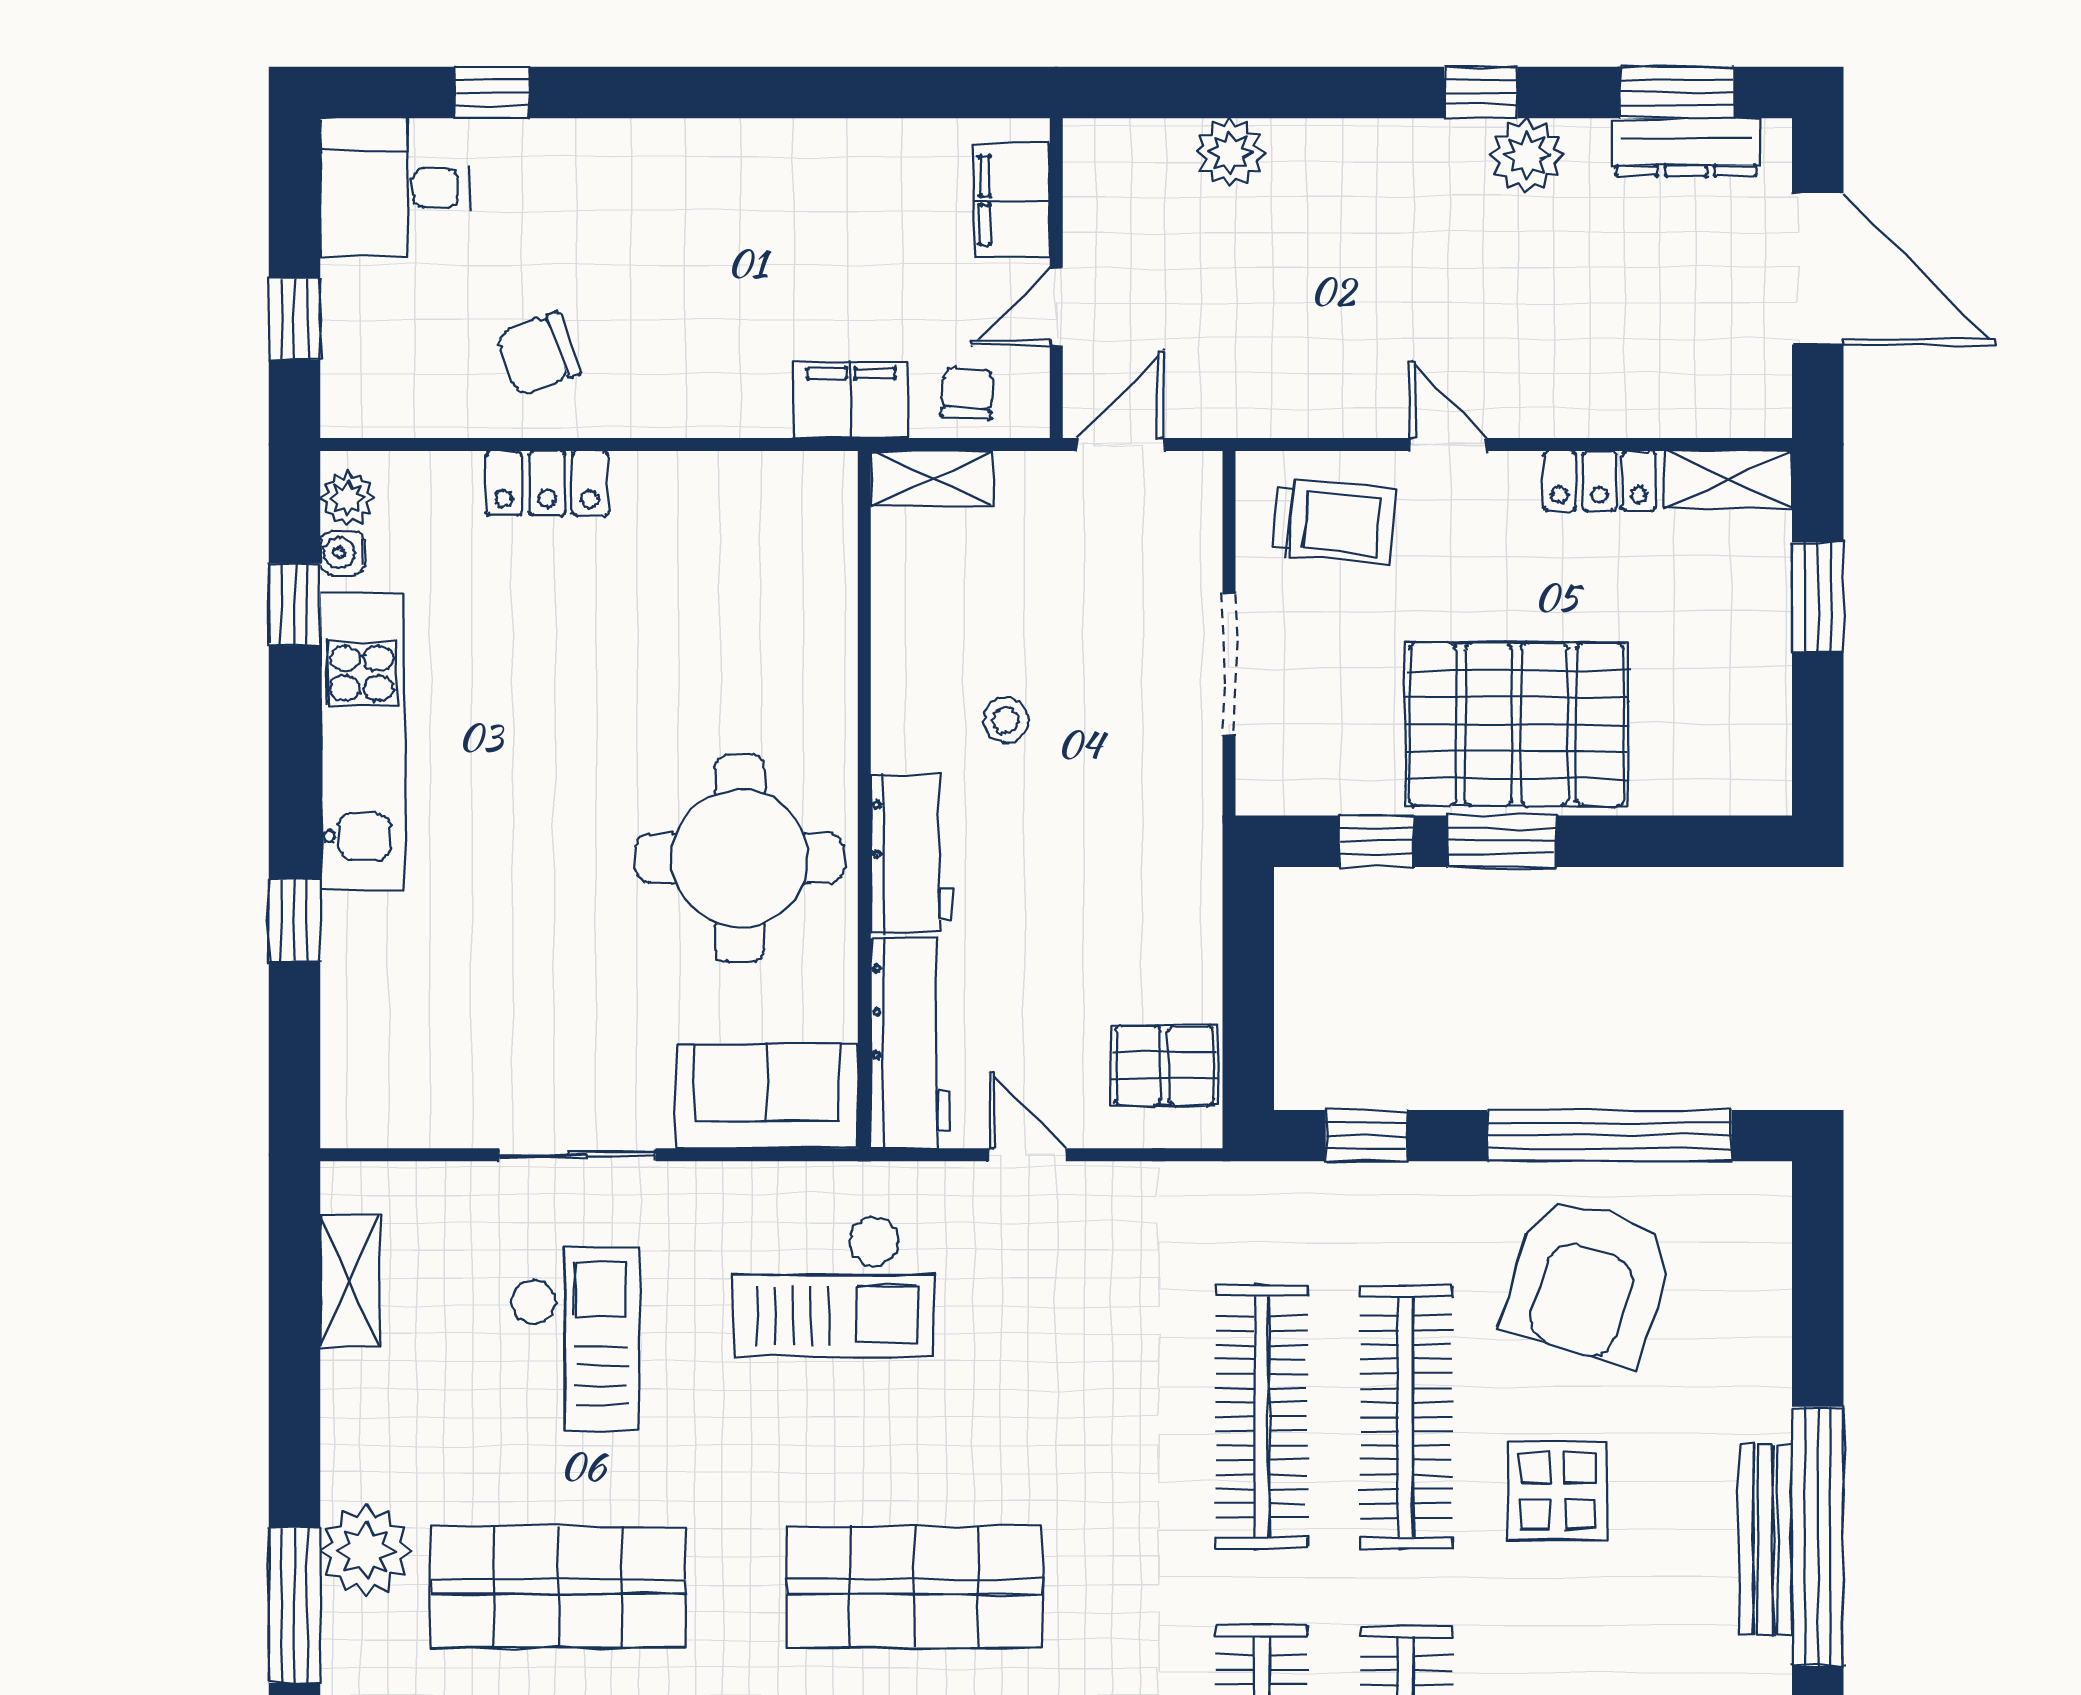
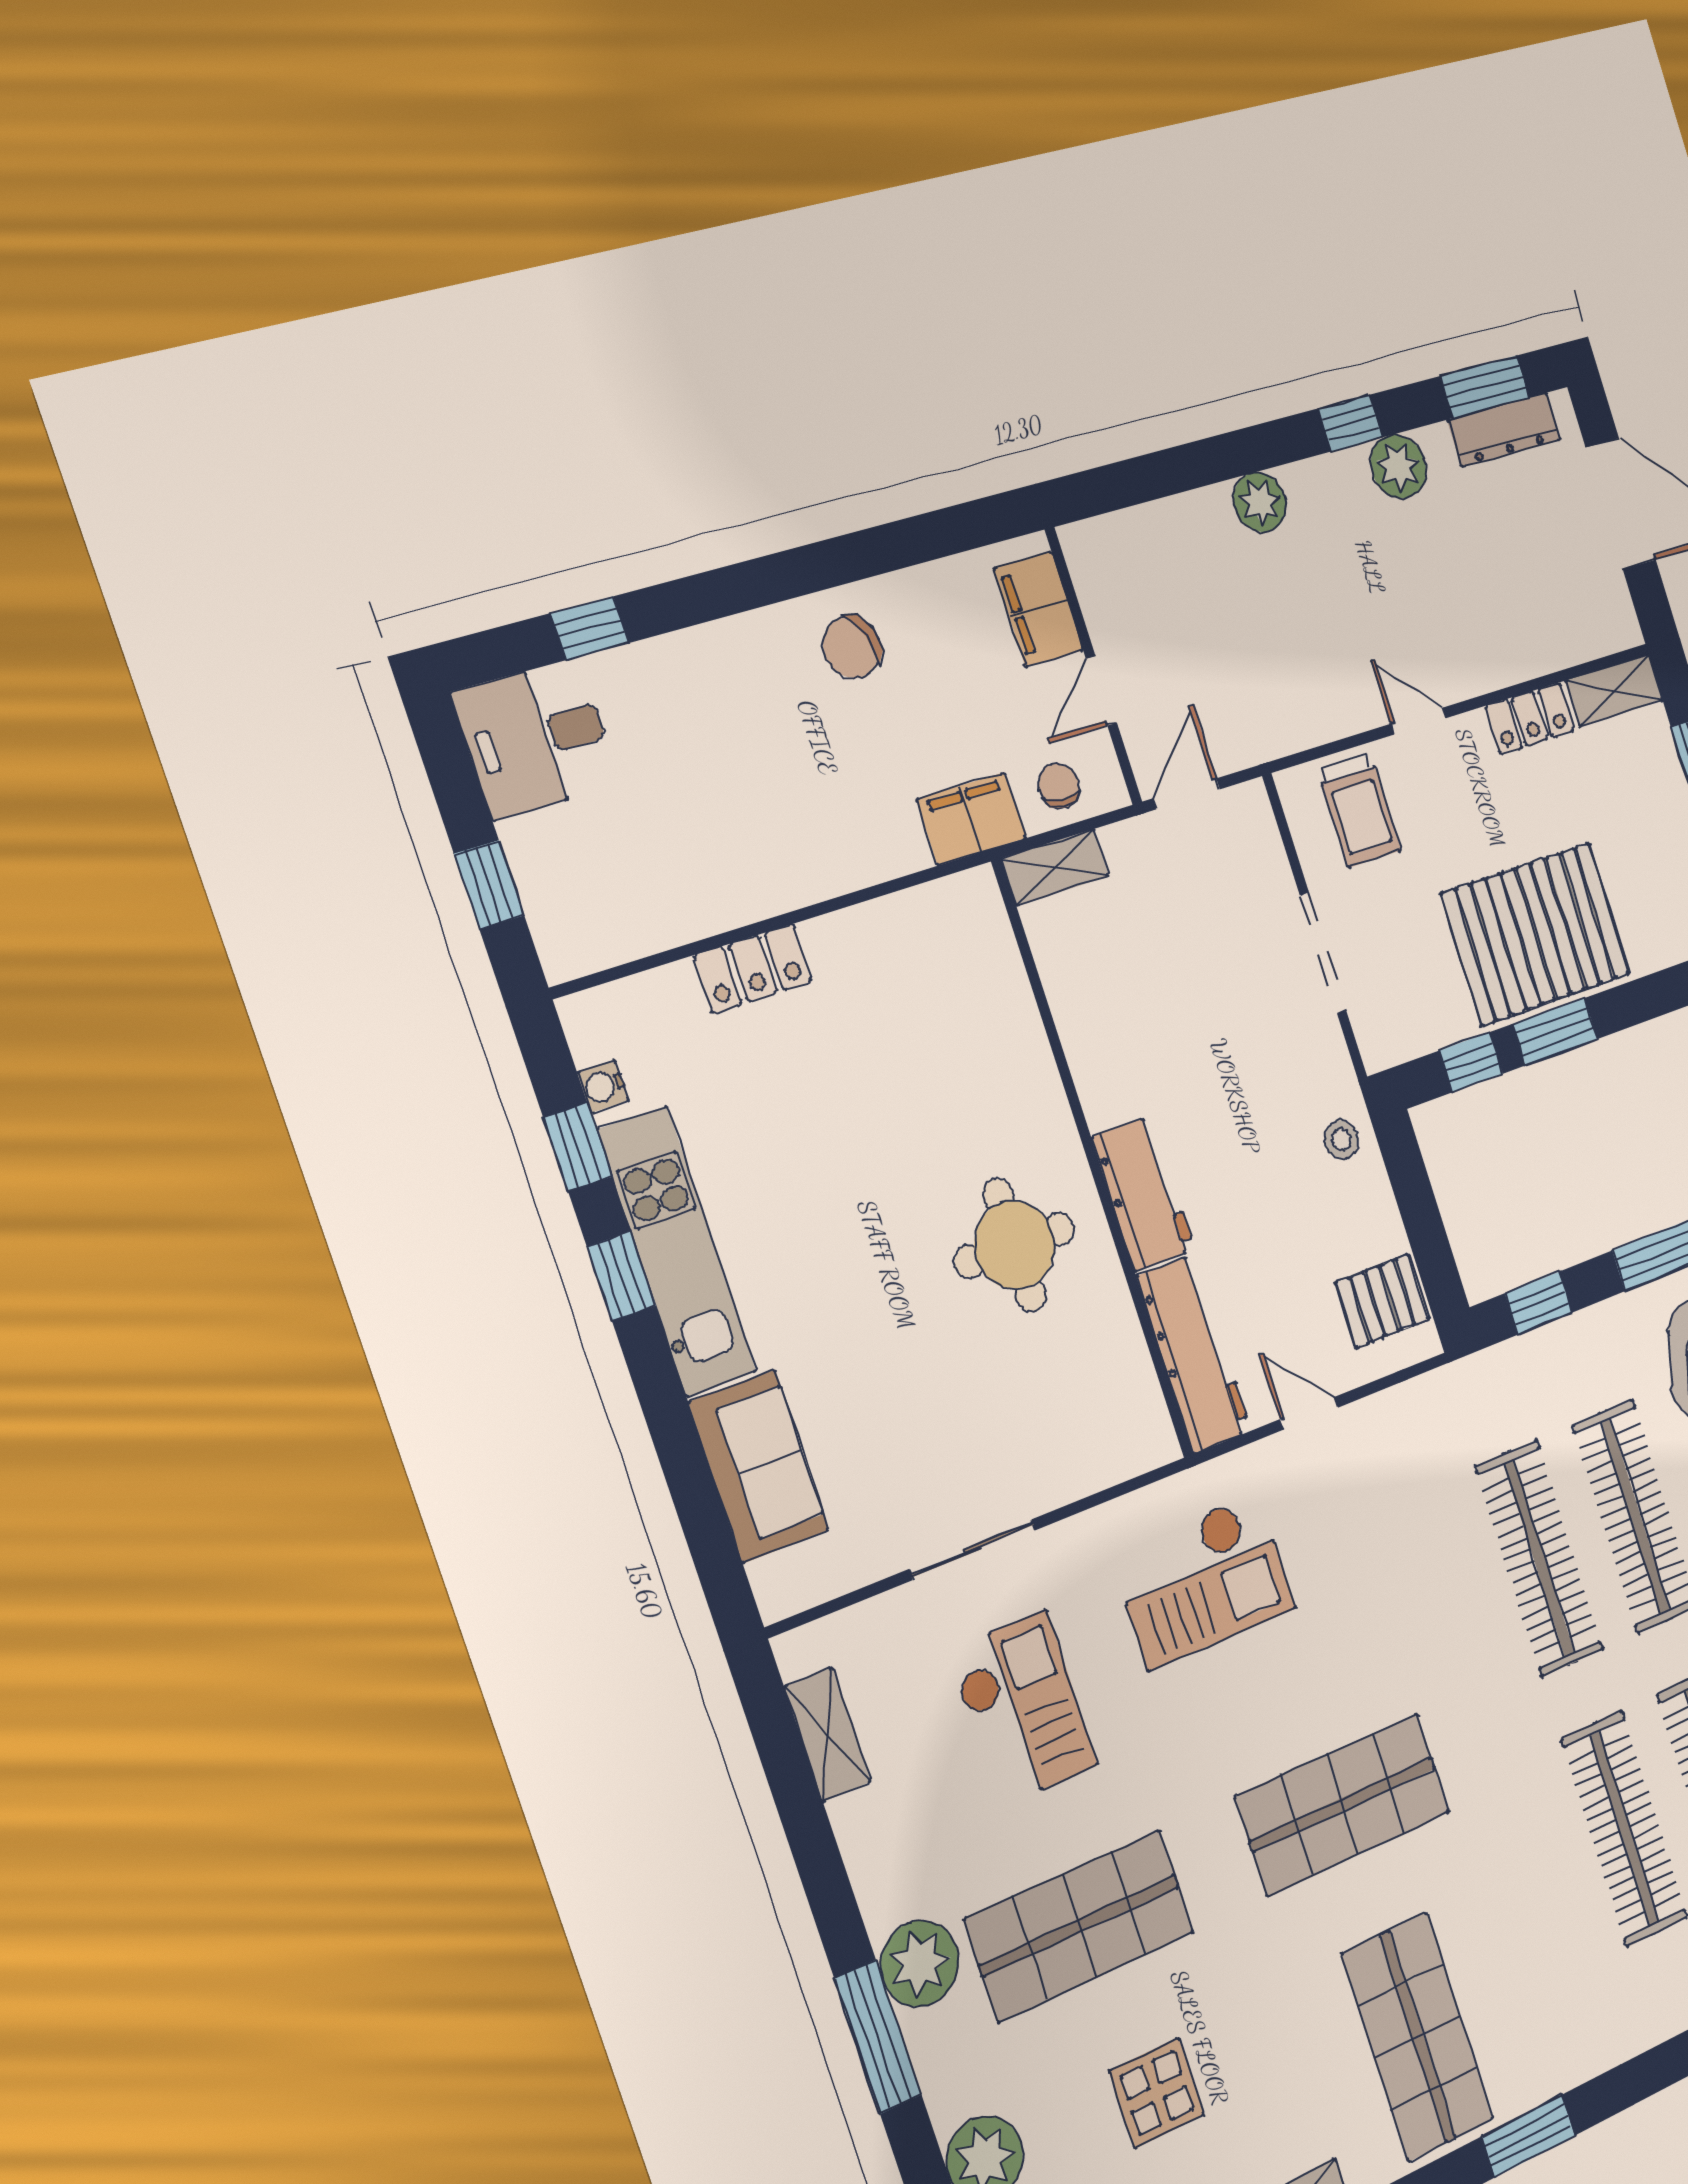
plant: (1230, 152) -> (1260, 502), moved
chair: (538, 354) -> (852, 647), moved
plant: (347, 498) -> (590, 1035), removed
trolley: (1334, 522) -> (1359, 810), turned 85
stool: (1006, 720) -> (1341, 1140), moved
round table: (740, 858) -> (1014, 1245), width x0.73, depth x0.73
window: (295, 920) -> (621, 1276), moved
sofa: (767, 1096) -> (759, 1466), moved, turned 90

